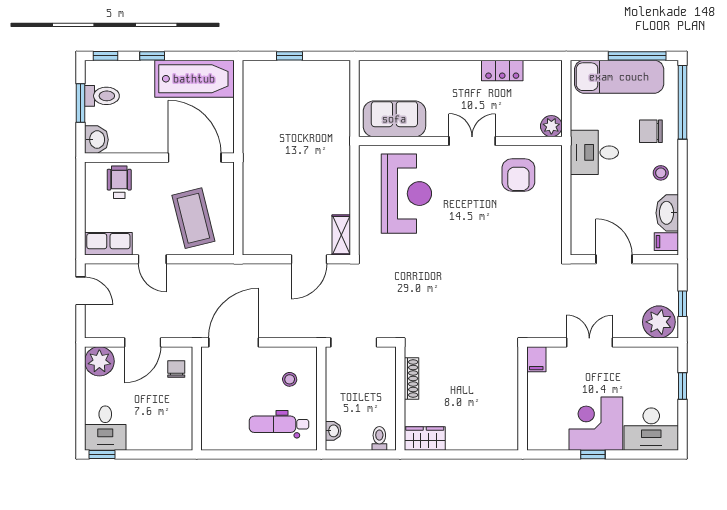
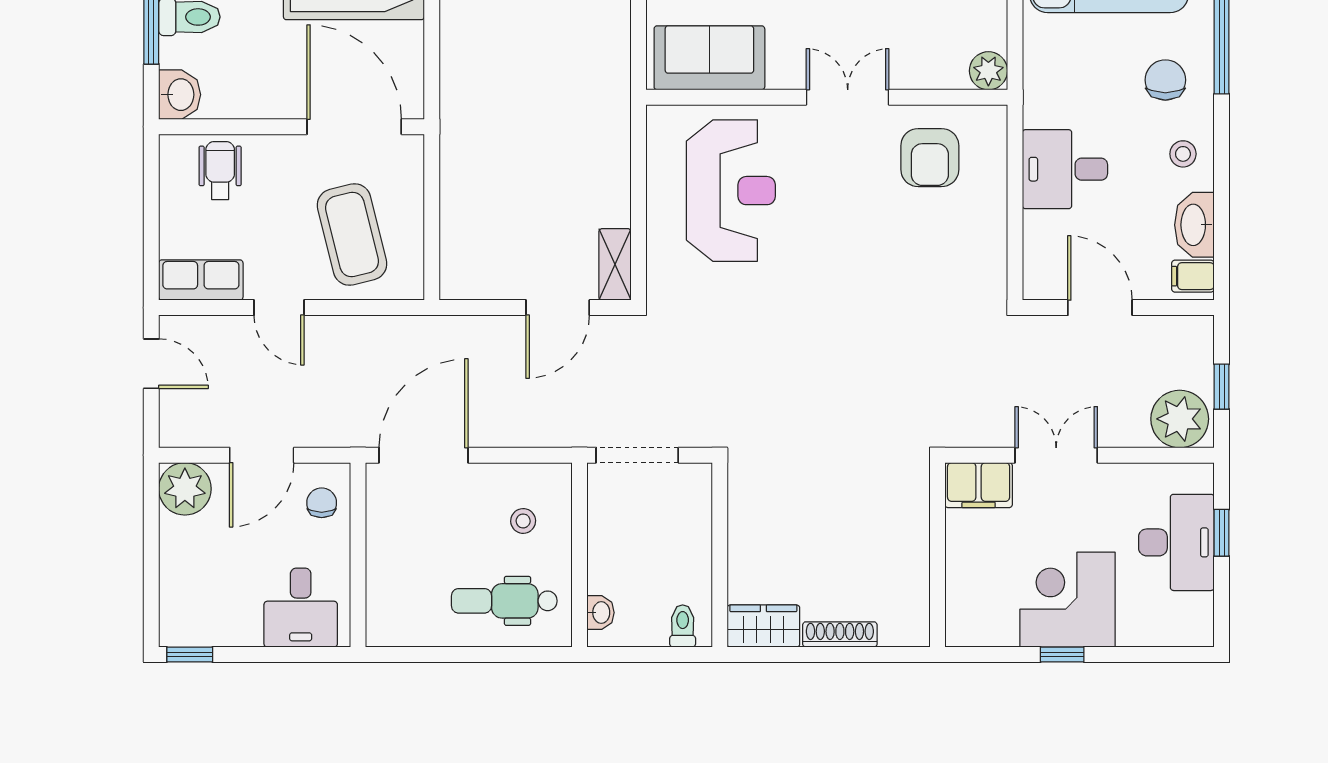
chair: (651, 131) -> (1165, 80), turned 90
desk: (594, 152) -> (1065, 169), moved
filing cabinet: (536, 359) -> (979, 485), width x2.00
shoe rack: (411, 378) -> (840, 634), moved, turned -90
desk: (105, 428) -> (301, 608), moved
desk: (651, 429) -> (1176, 542), moved, turned -90

